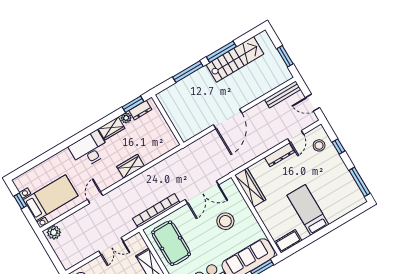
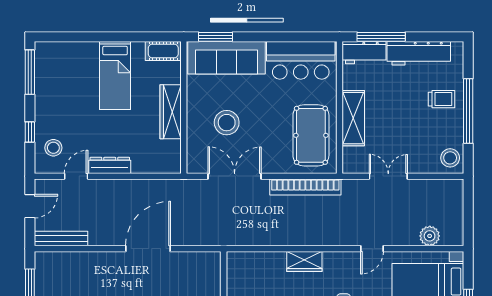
door: (312, 103) -> (30, 206), hinge flipped
wardrobe: (250, 187) -> (171, 112), moved
plant: (54, 232) -> (430, 236), moved

